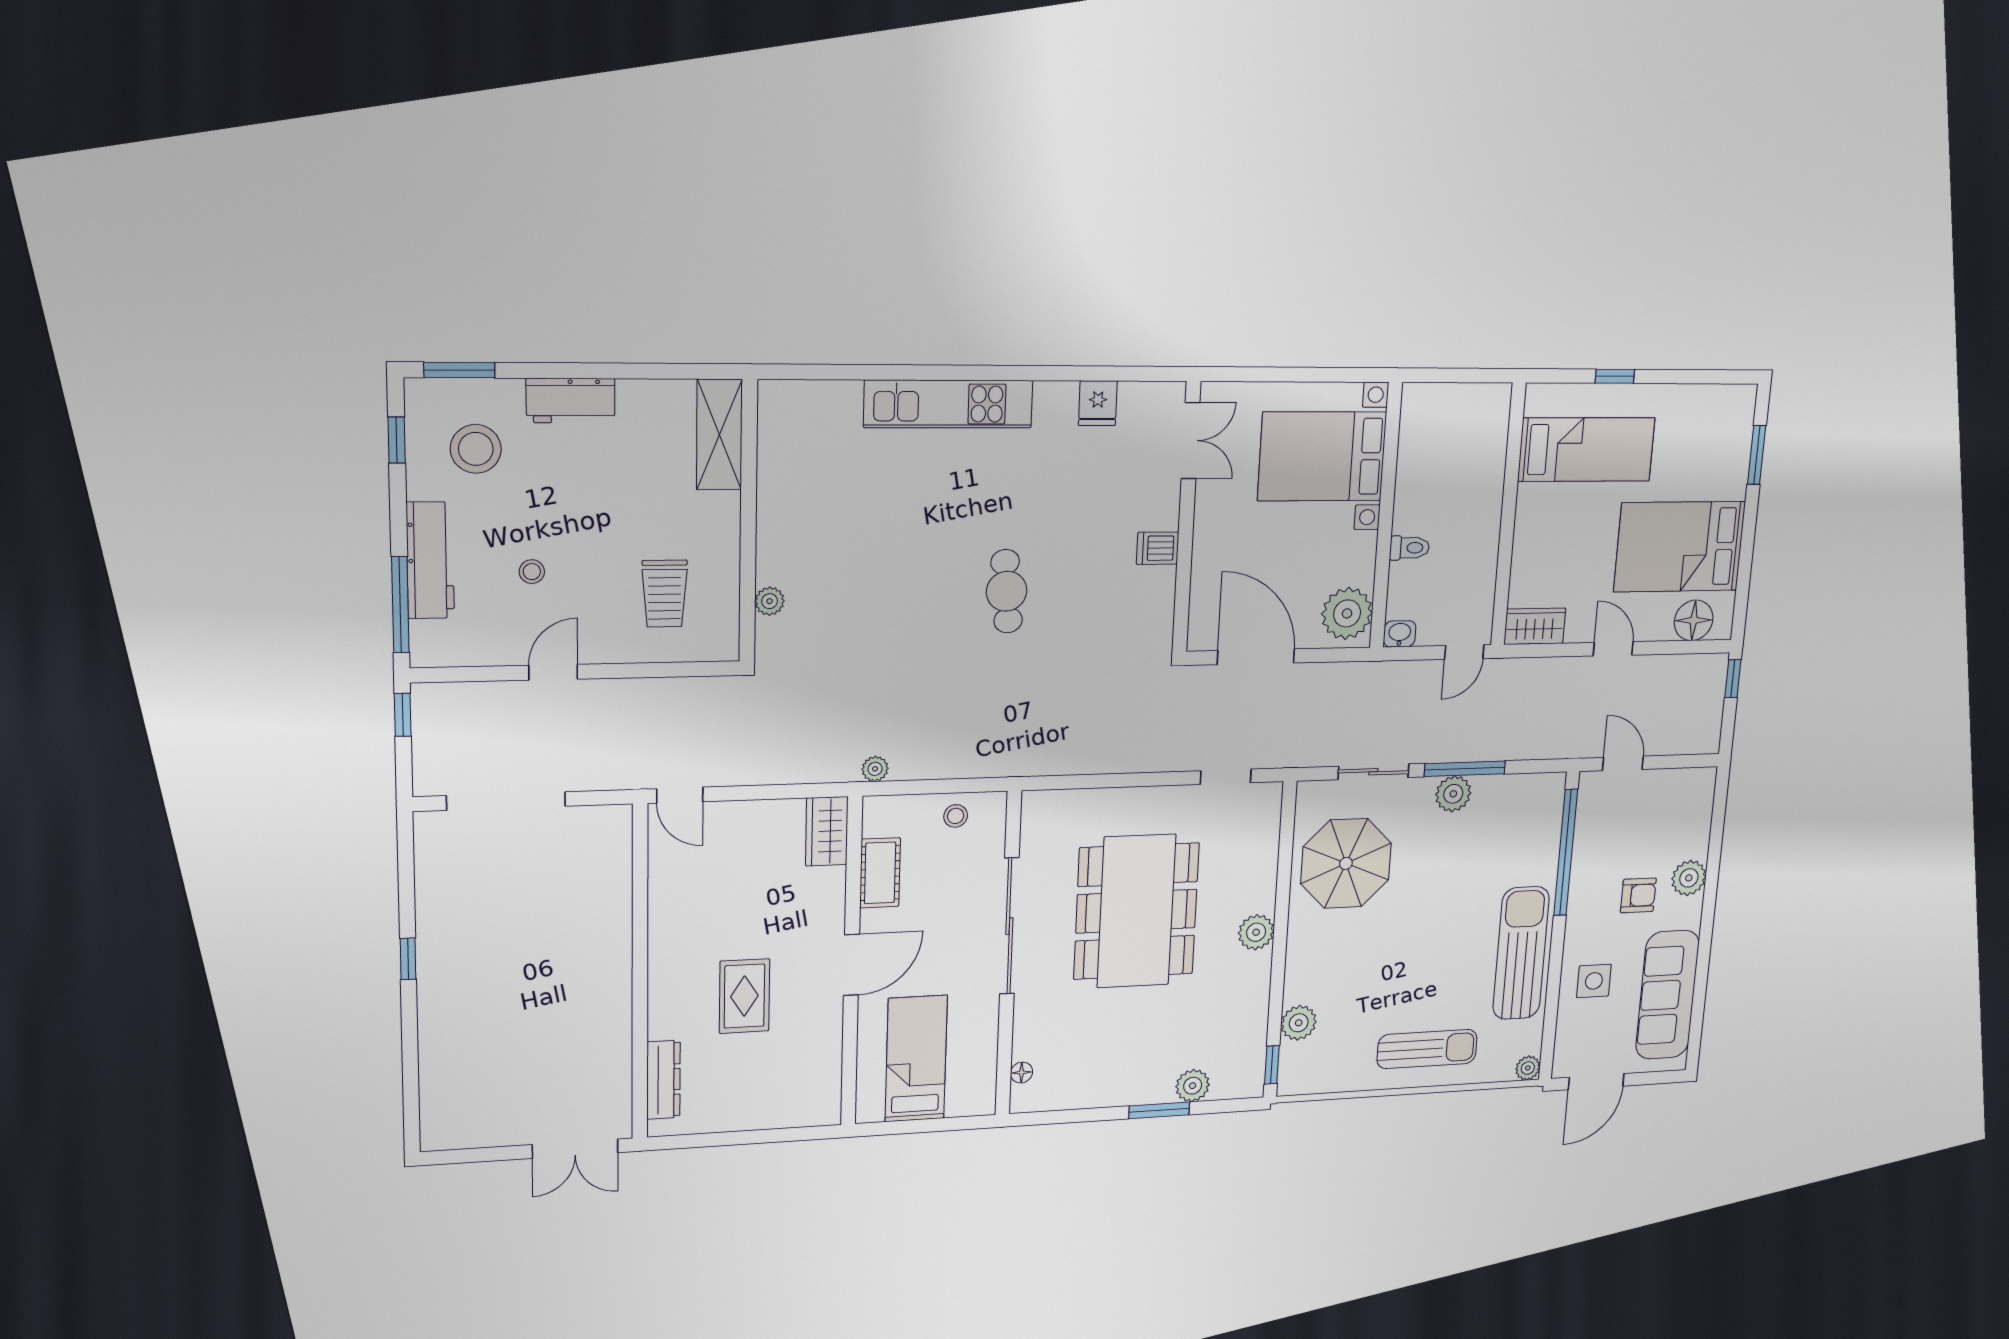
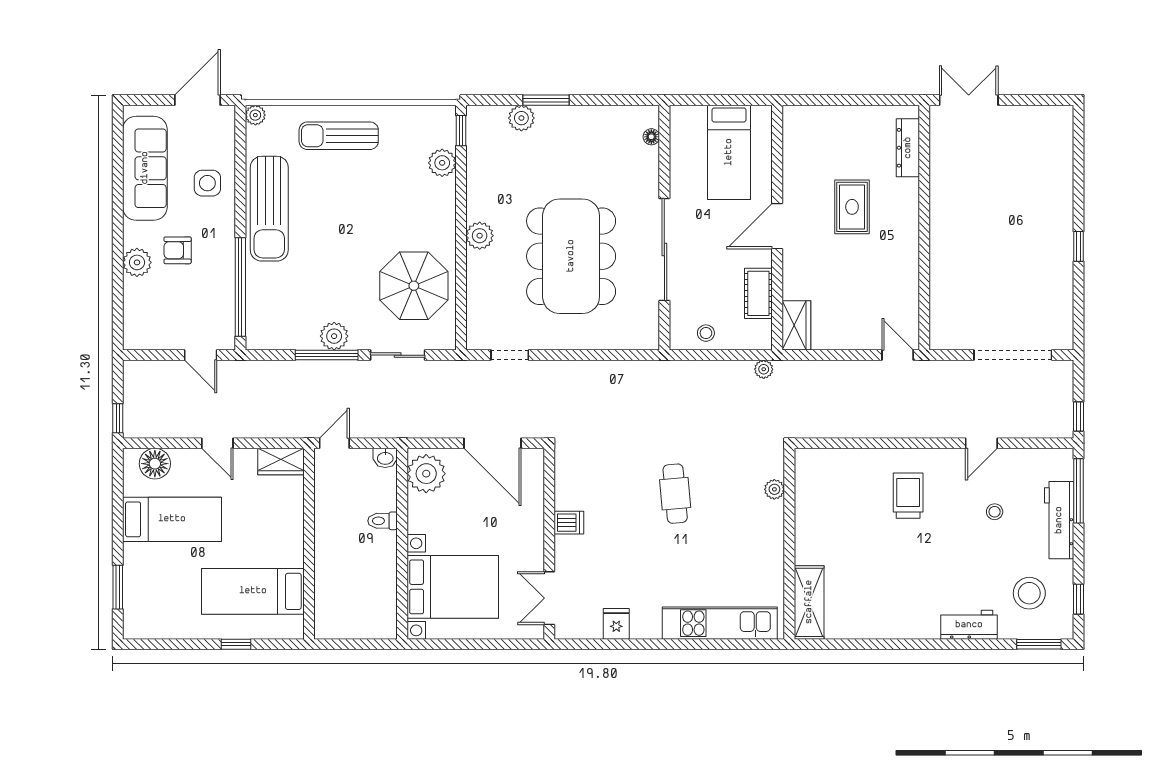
shelving: (719, 435) -> (809, 602), moved
wall: (748, 522) -> (789, 544), moved
bed: (1680, 547) -> (172, 519), width x0.67
plant: (770, 601) -> (774, 489), moved

